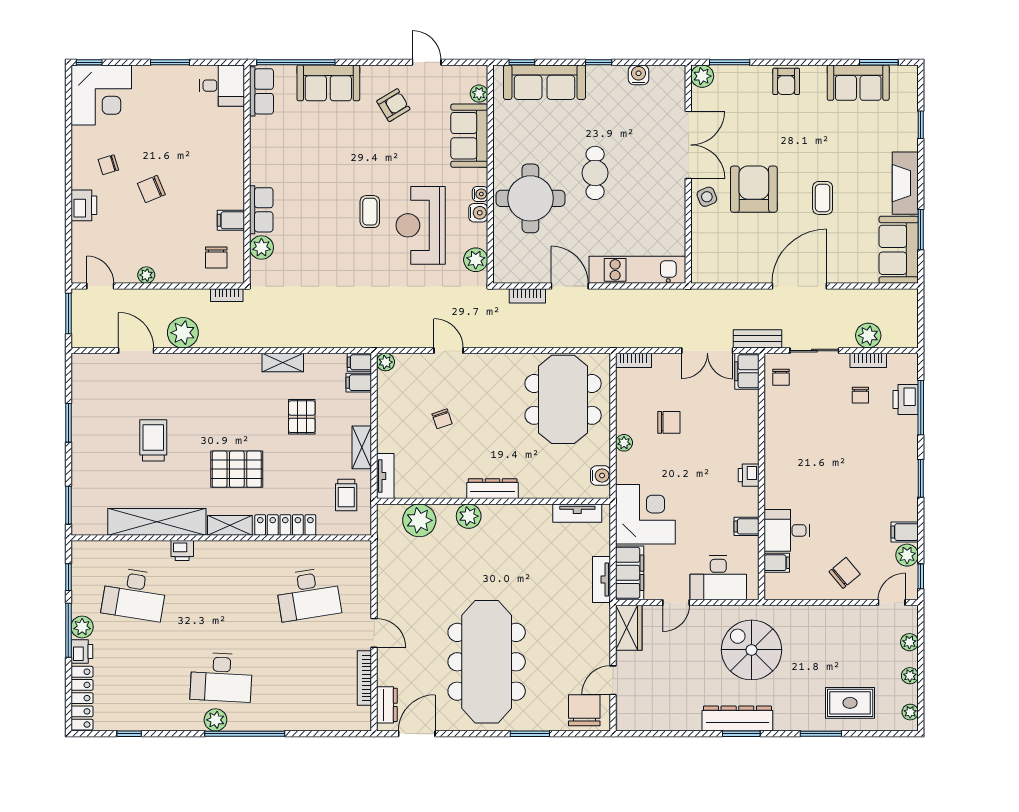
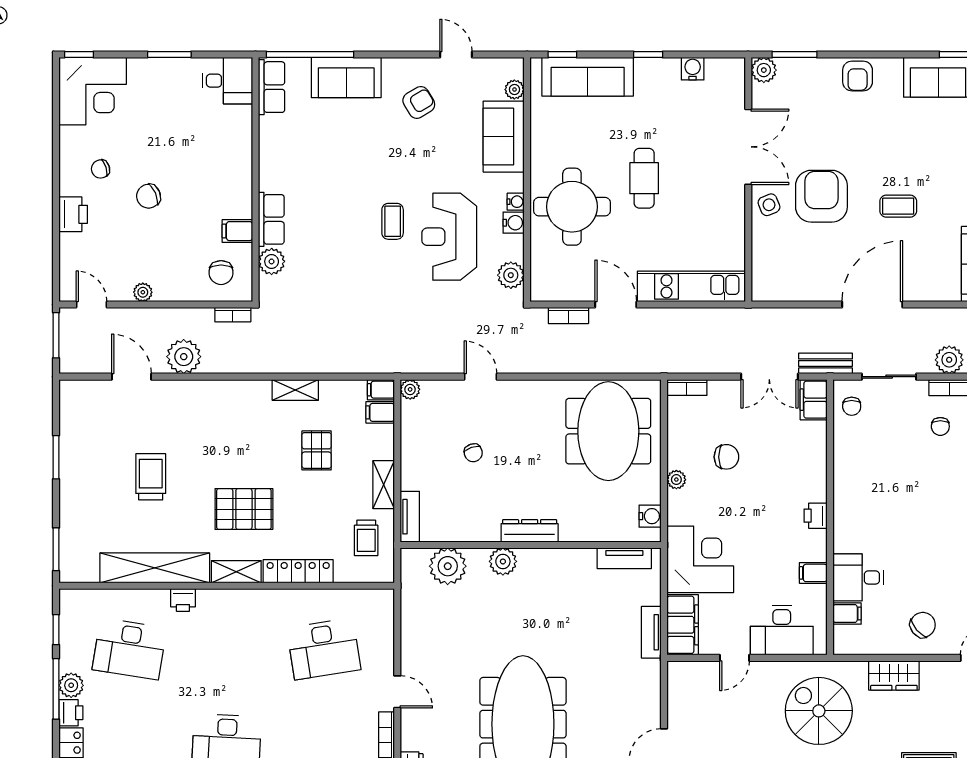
coffee table: (823, 198) -> (898, 206), turned 90
wardrobe: (629, 628) -> (894, 675), moved, turned 90

